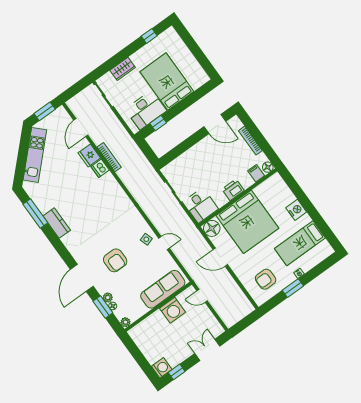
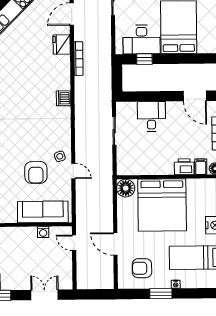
dishwasher: (100, 168) -> (64, 98), moved
printer: (233, 190) -> (184, 167), moved
desk: (201, 205) -> (151, 116), moved, turned 180
door: (220, 257) -> (115, 244), moved
armchair: (115, 260) -> (36, 172), moved
washing machine: (173, 310) -> (43, 232), width x0.53, depth x0.53

